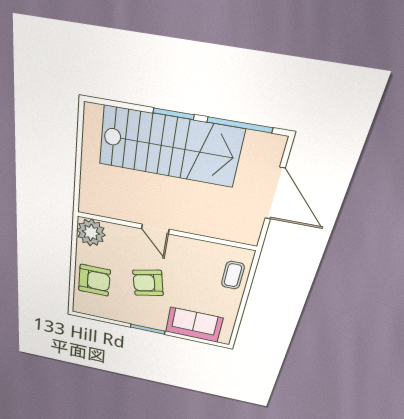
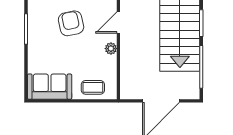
plant: (187, 245) -> (111, 49), added
sofa: (194, 325) -> (50, 87), moved, turned -90

